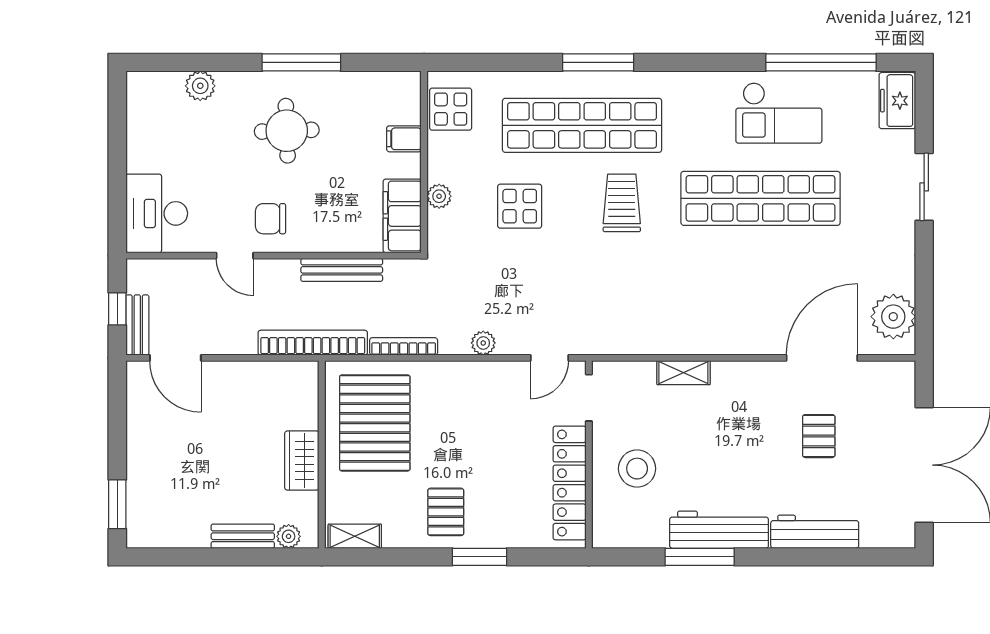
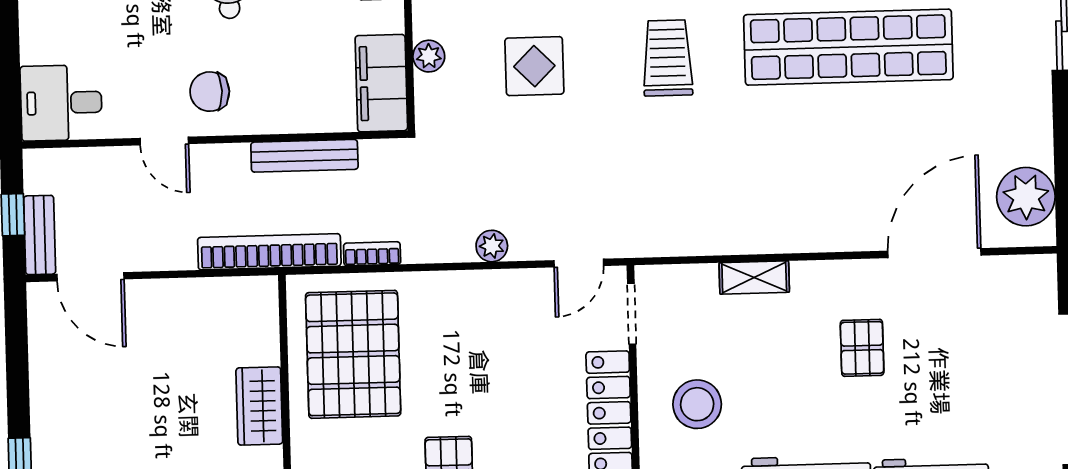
desk: (157, 213) -> (61, 103), width x0.73
bookcase: (404, 346) -> (372, 254), width x0.64
pallet: (819, 436) -> (862, 348), moved

